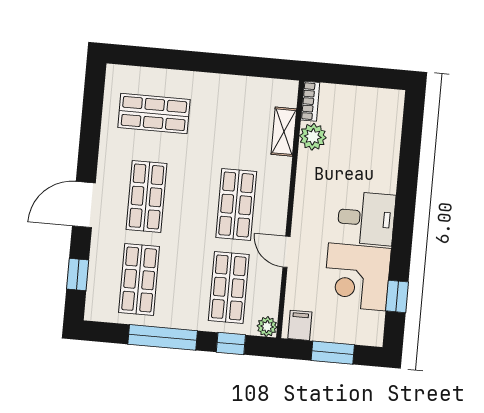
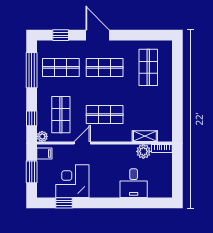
desk: (366, 218) -> (134, 183), moved
shop shelf: (229, 287) -> (61, 115), turned 90
window: (163, 337) -> (32, 70), moved

